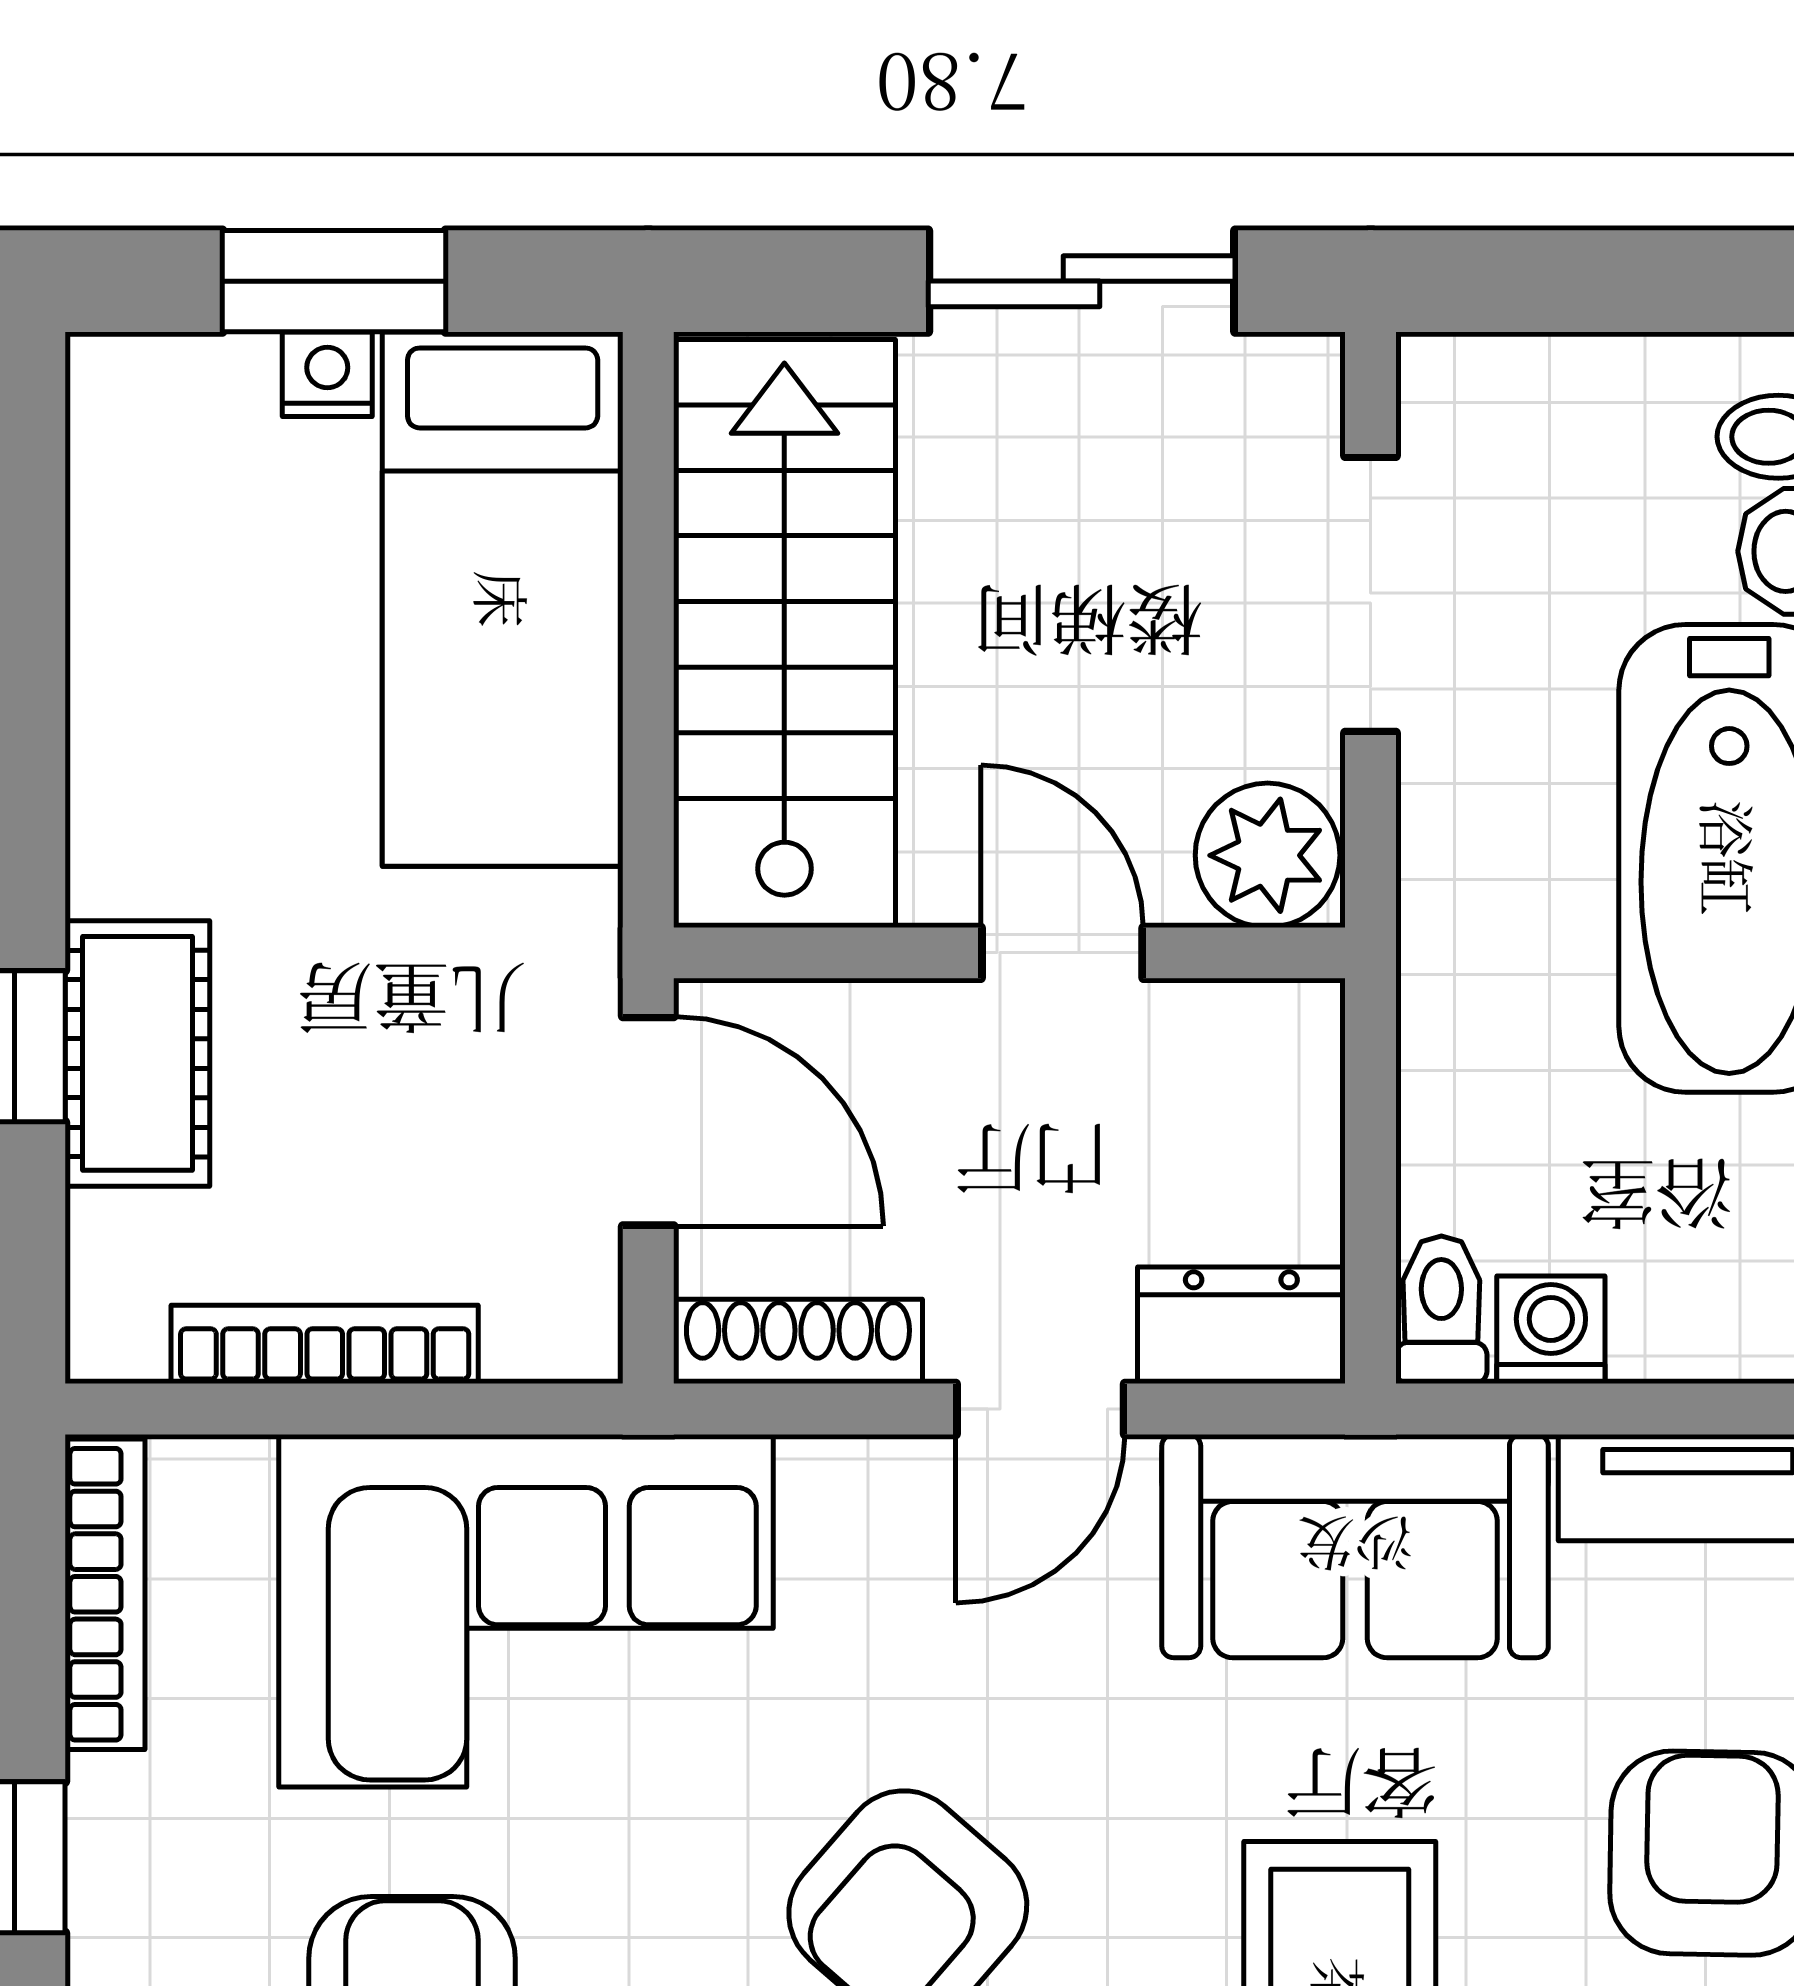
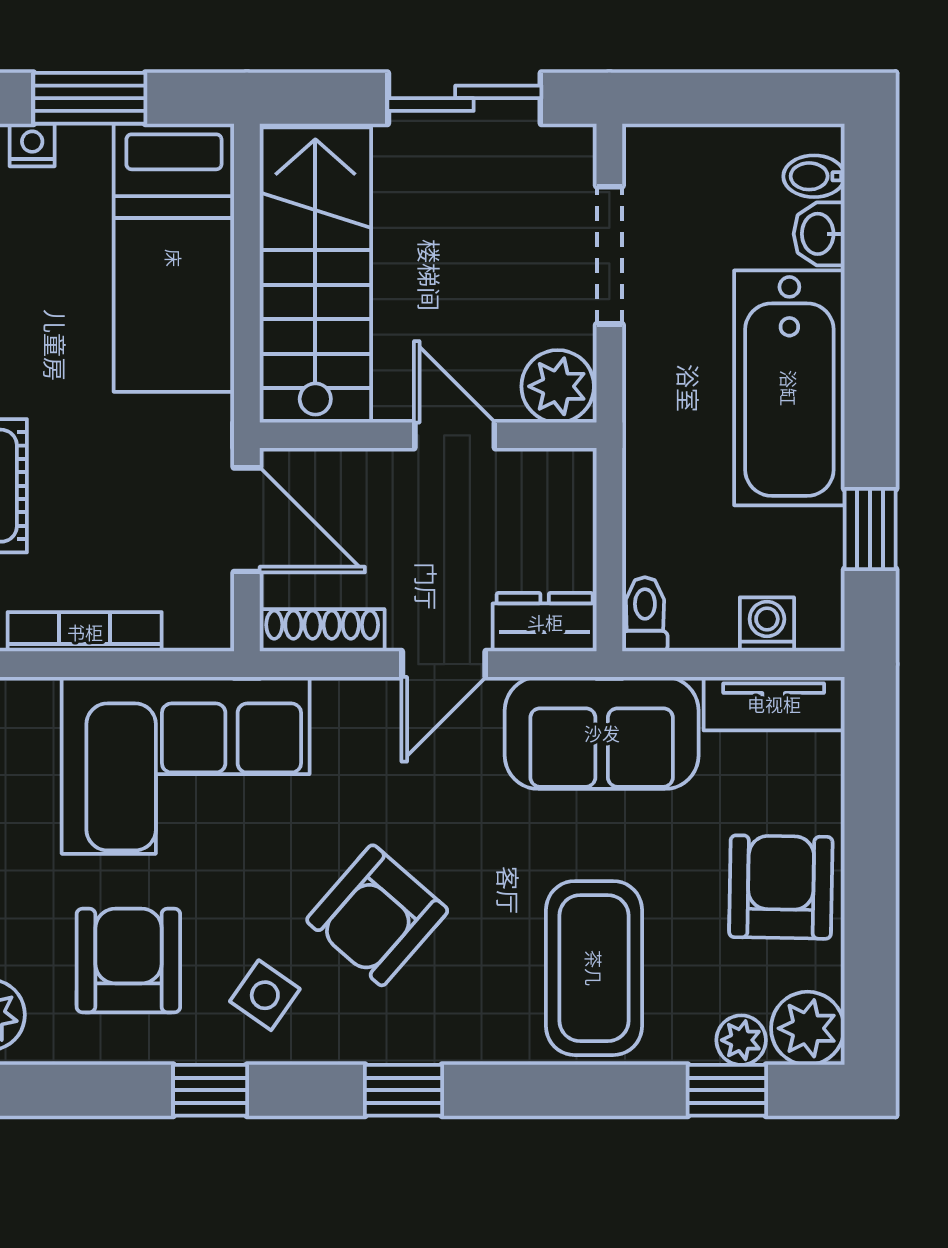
nightstand: (327, 374) -> (32, 145), moved
washing machine: (1551, 1330) -> (767, 624), moved

